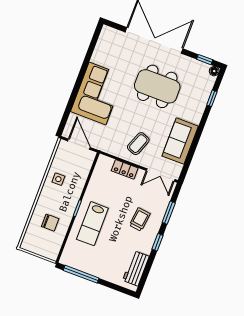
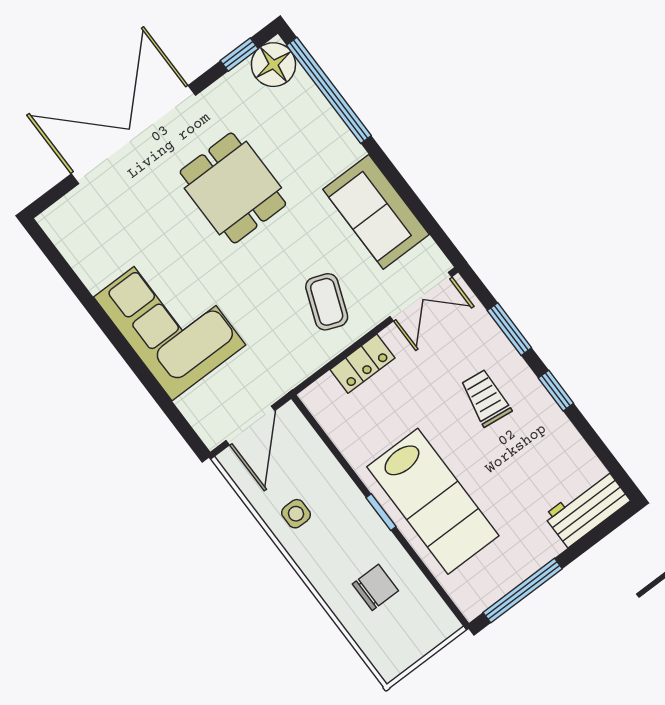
floor lamp: (214, 71) -> (273, 65), width x1.89, depth x1.89
dining table: (157, 86) -> (233, 188), width x0.73
window: (212, 98) -> (329, 90), width x3.17
door: (79, 144) -> (250, 425), swing flipped
lab bench: (92, 224) -> (433, 501), width x1.36, depth x1.39
workbench: (136, 268) -> (587, 508), moved, turned 90

